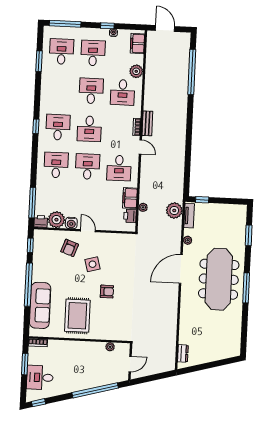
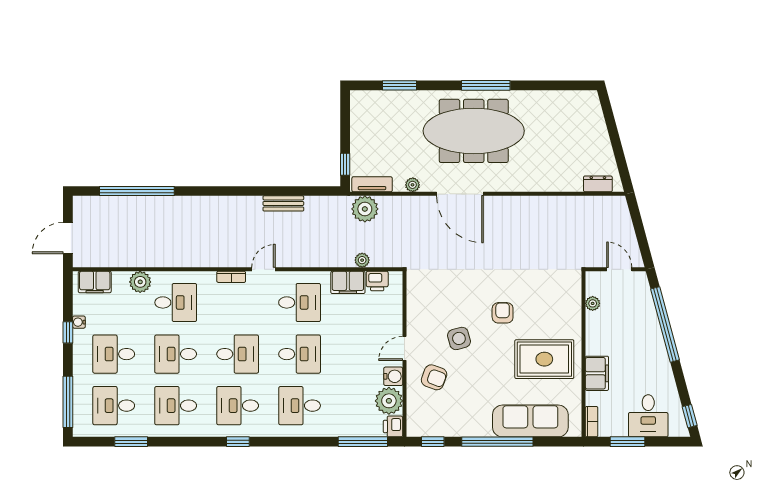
desk: (60, 89) -> (176, 406), added
bench: (147, 123) -> (283, 203), moved
desk: (88, 166) -> (300, 354), turned 180
filing cabinet: (67, 347) -> (597, 373), added

